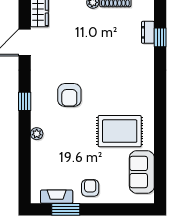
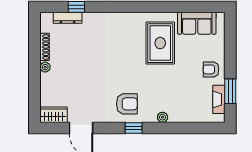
dresser: (148, 32) -> (68, 18), width x1.44
armchair: (69, 95) -> (127, 104), moved

